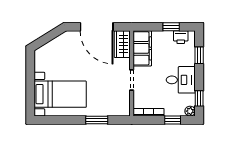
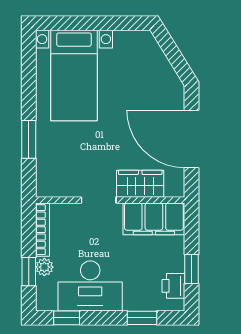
door: (97, 27) -> (192, 139), hinge flipped
wardrobe: (122, 44) -> (140, 184), moved
desk: (181, 80) -> (90, 286), width x1.37
plant: (190, 111) -> (44, 267), moved

